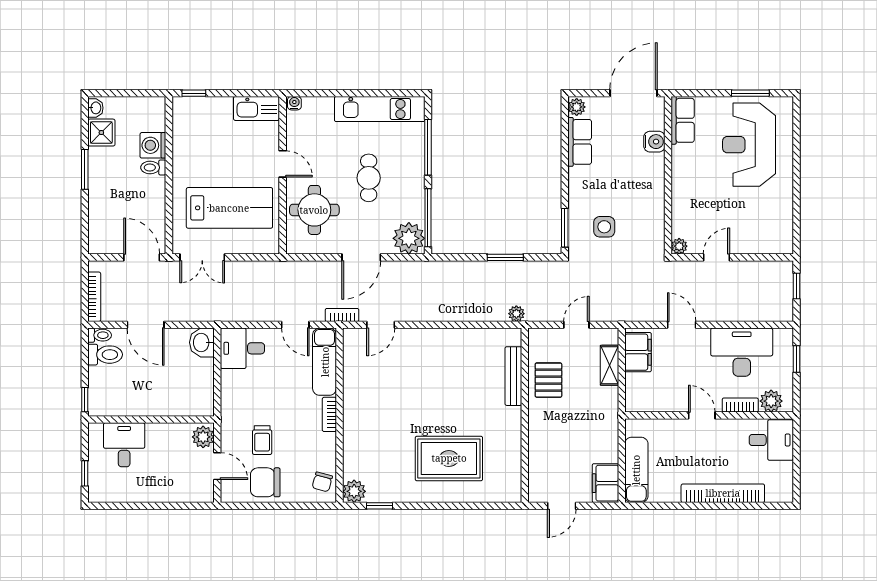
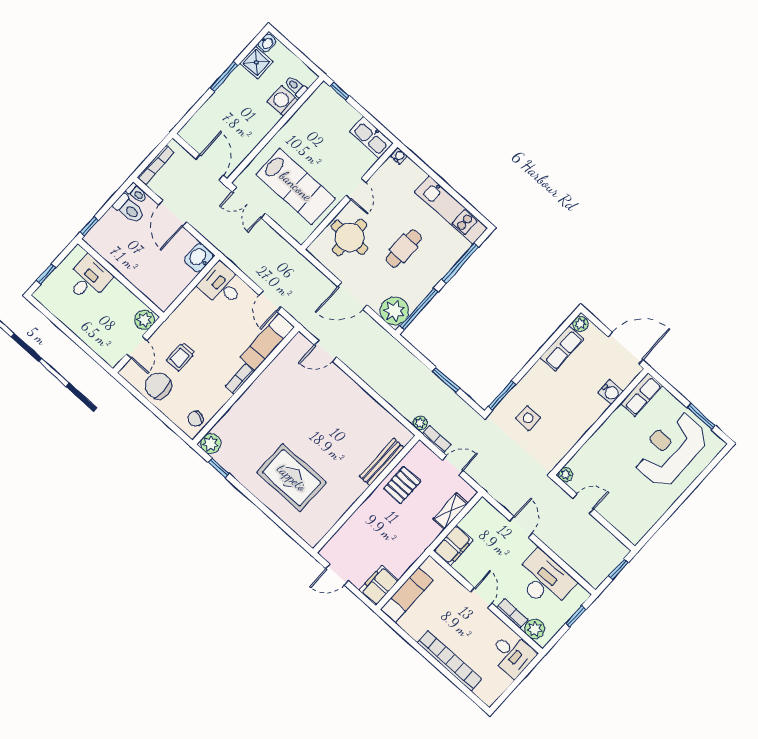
toilet: (153, 167) -> (296, 87), moved
bookcase: (342, 315) -> (437, 439), moved
filing cabinet: (638, 352) -> (453, 545), moved

